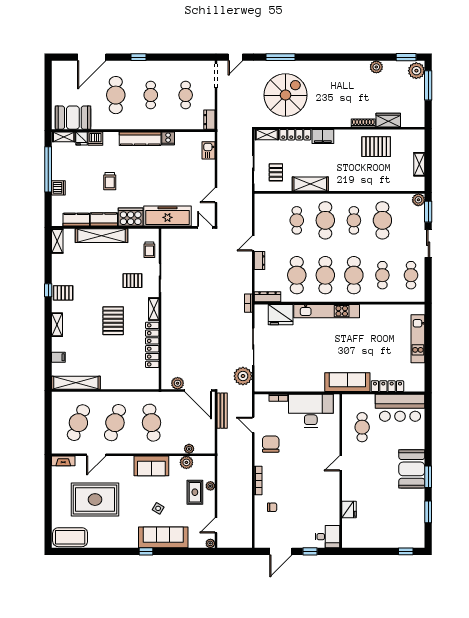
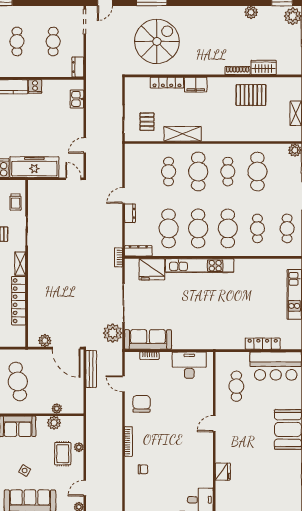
shelving: (267, 135) -> (137, 83), removed
sofa: (347, 382) -> (148, 339), moved
desk: (311, 411) -> (189, 365), width x0.73, depth x0.77

